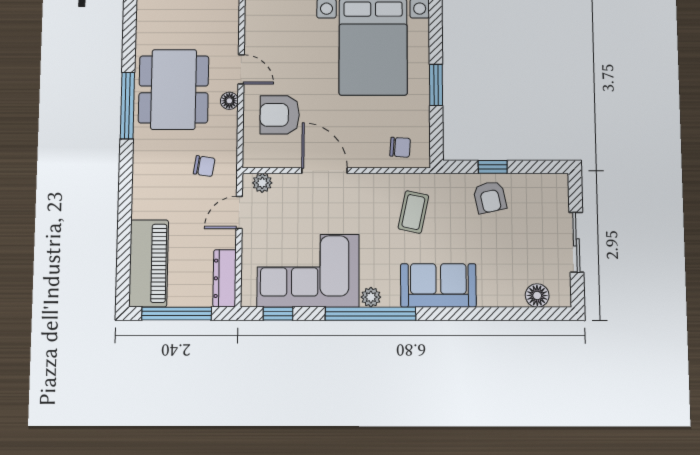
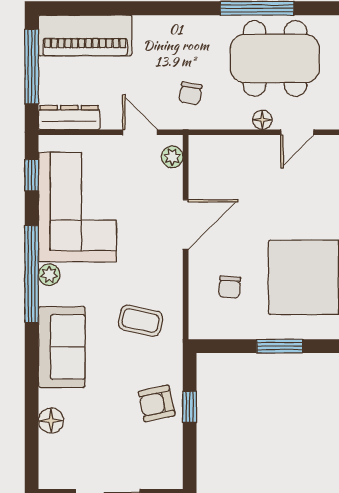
armchair: (280, 115) -> (247, 175), removed
chair: (400, 147) -> (230, 287), moved
floor lamp: (537, 295) -> (51, 421), moved

